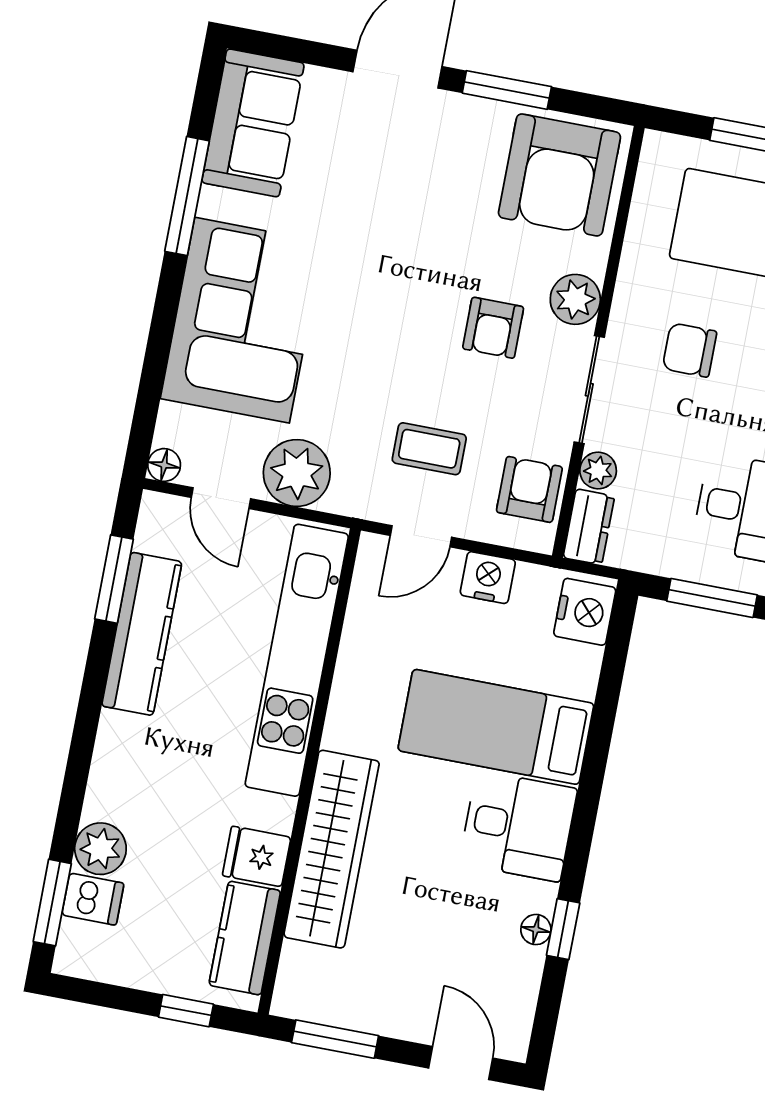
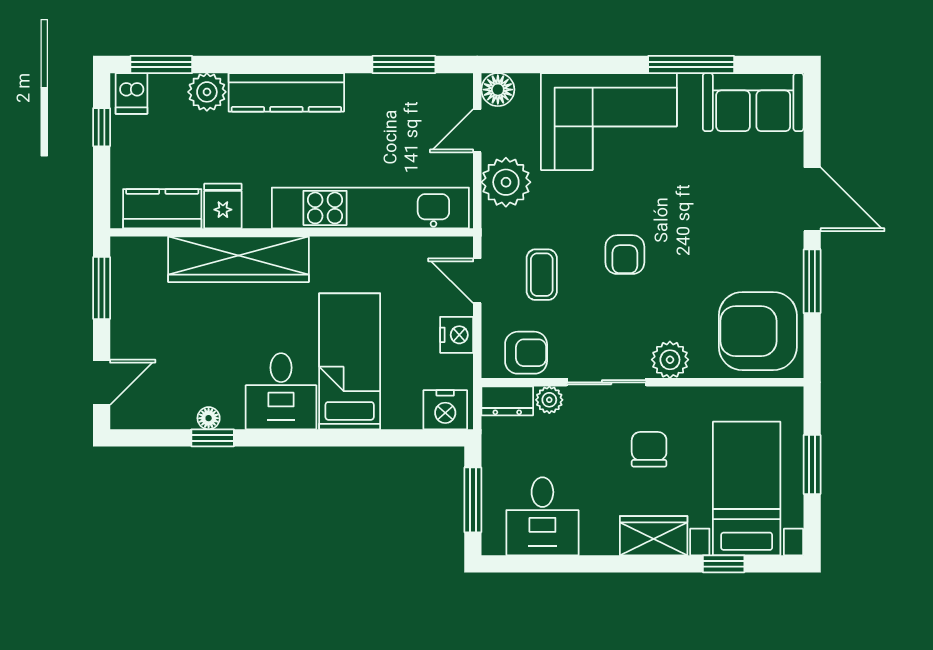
armchair: (493, 328) -> (625, 255), moved, turned -90
floor lamp: (164, 465) -> (498, 90), width x1.37, depth x1.37
kitchen counter: (142, 634) -> (286, 92), moved
dishwasher: (93, 899) -> (131, 93), moved
window: (186, 1011) -> (102, 127), moved

